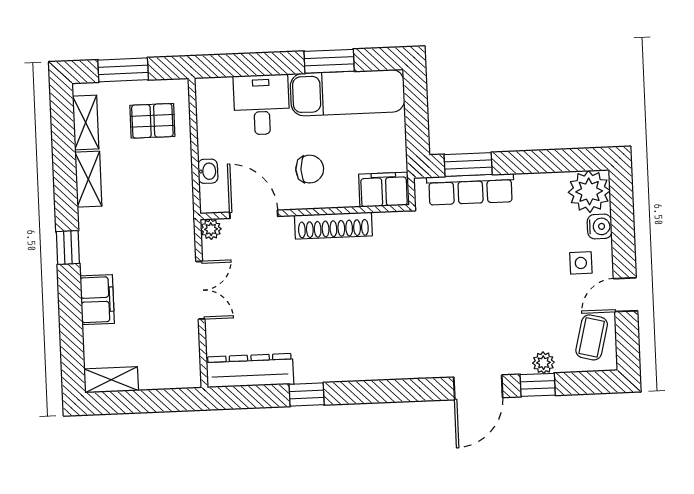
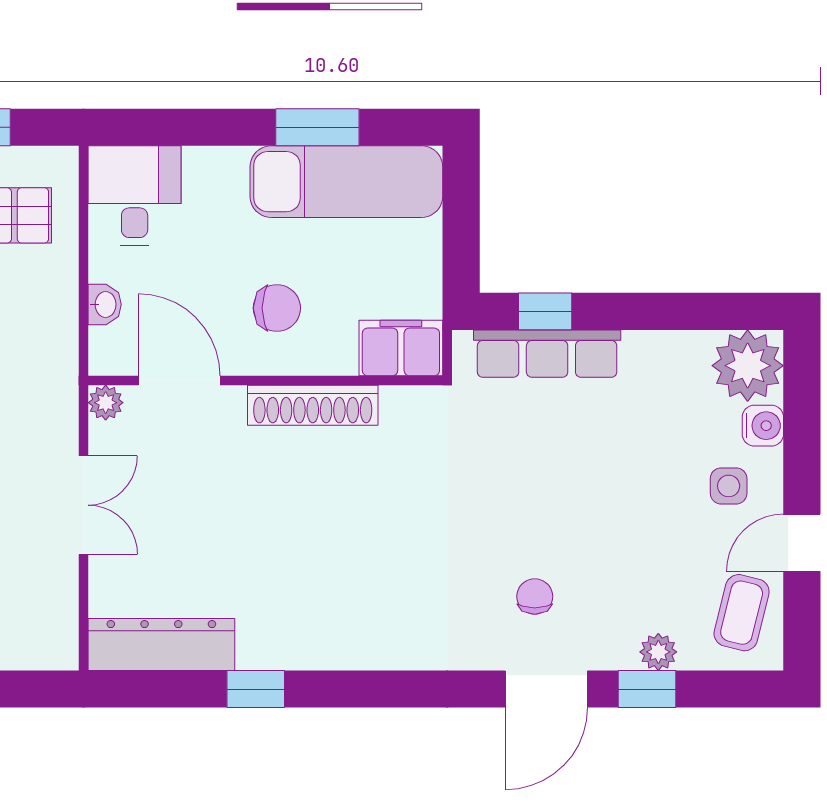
desk: (262, 105) -> (135, 196), moved
window: (468, 164) -> (545, 311), width x0.67
chair: (469, 333) -> (535, 596), added

